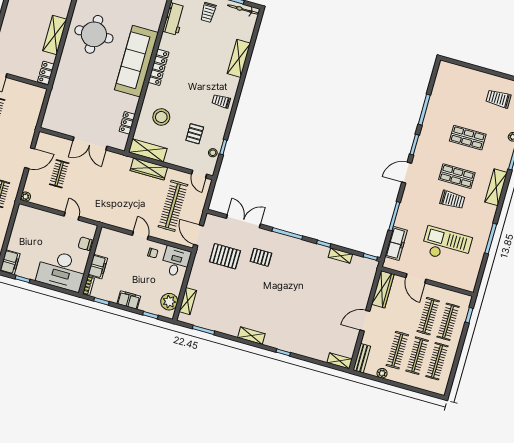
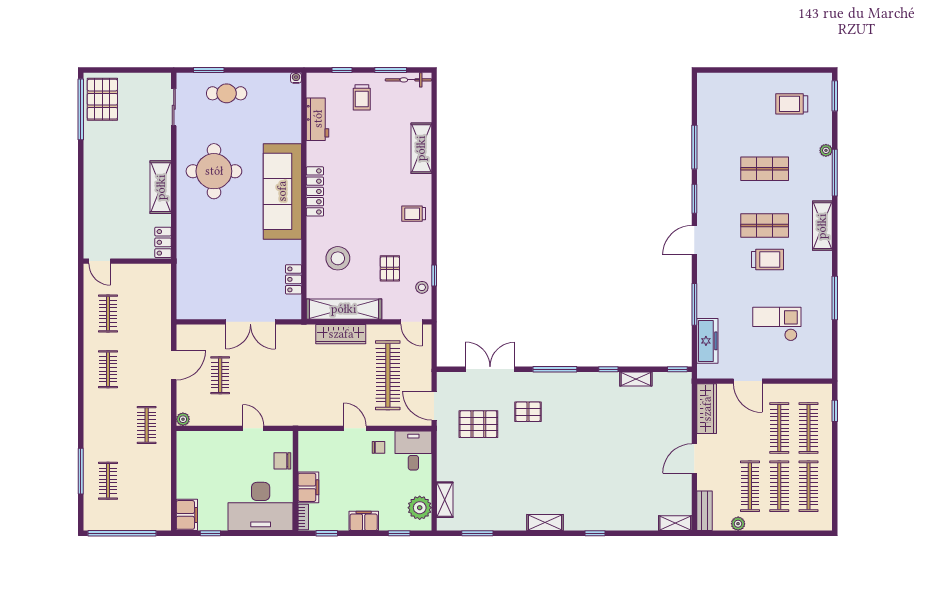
shelving: (148, 150) -> (344, 309), width x1.47
checkout: (446, 245) -> (777, 324), width x0.73, depth x0.83

